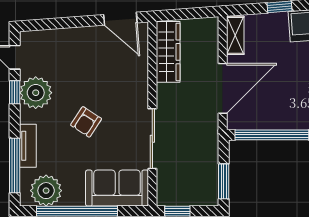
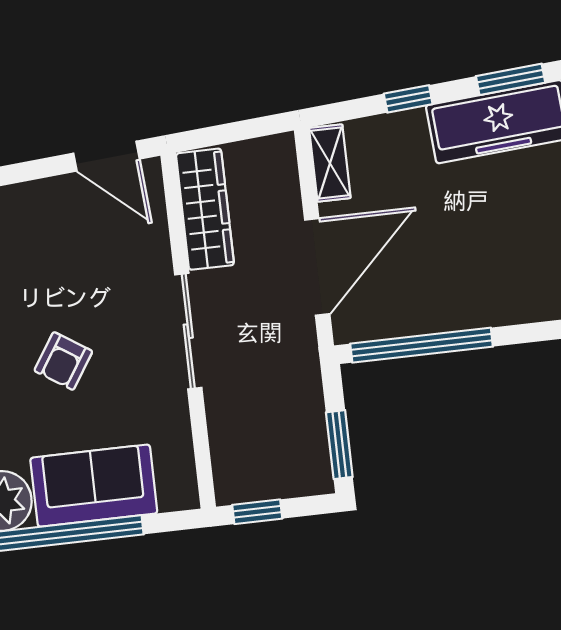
sliding door: (152, 139) -> (188, 331), moved
sofa: (117, 188) -> (94, 486), moved

